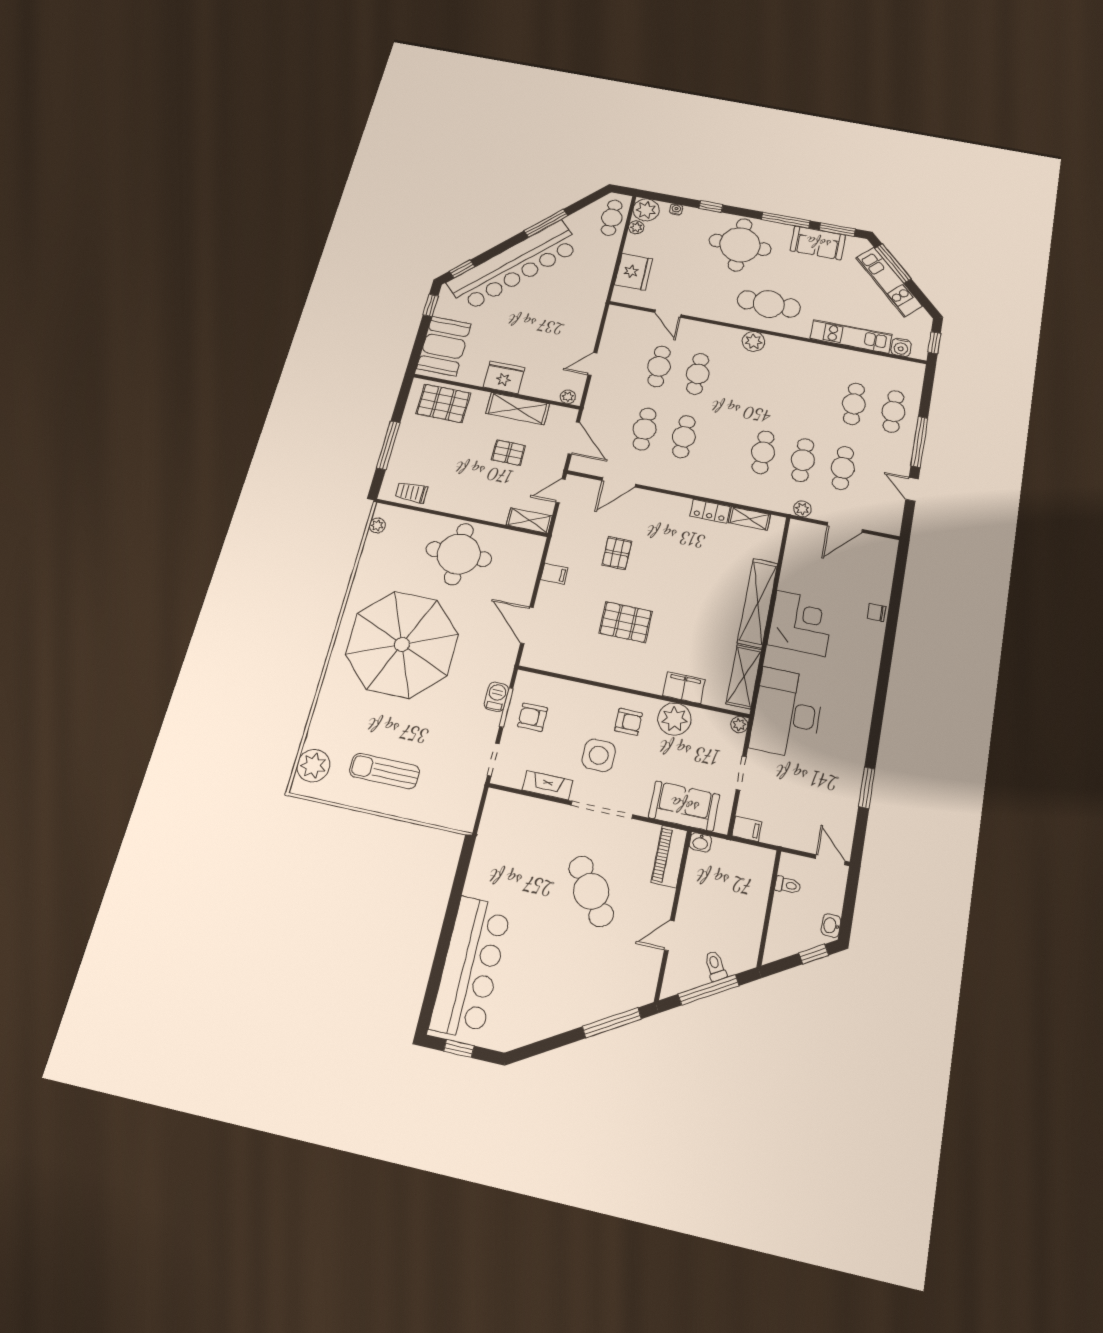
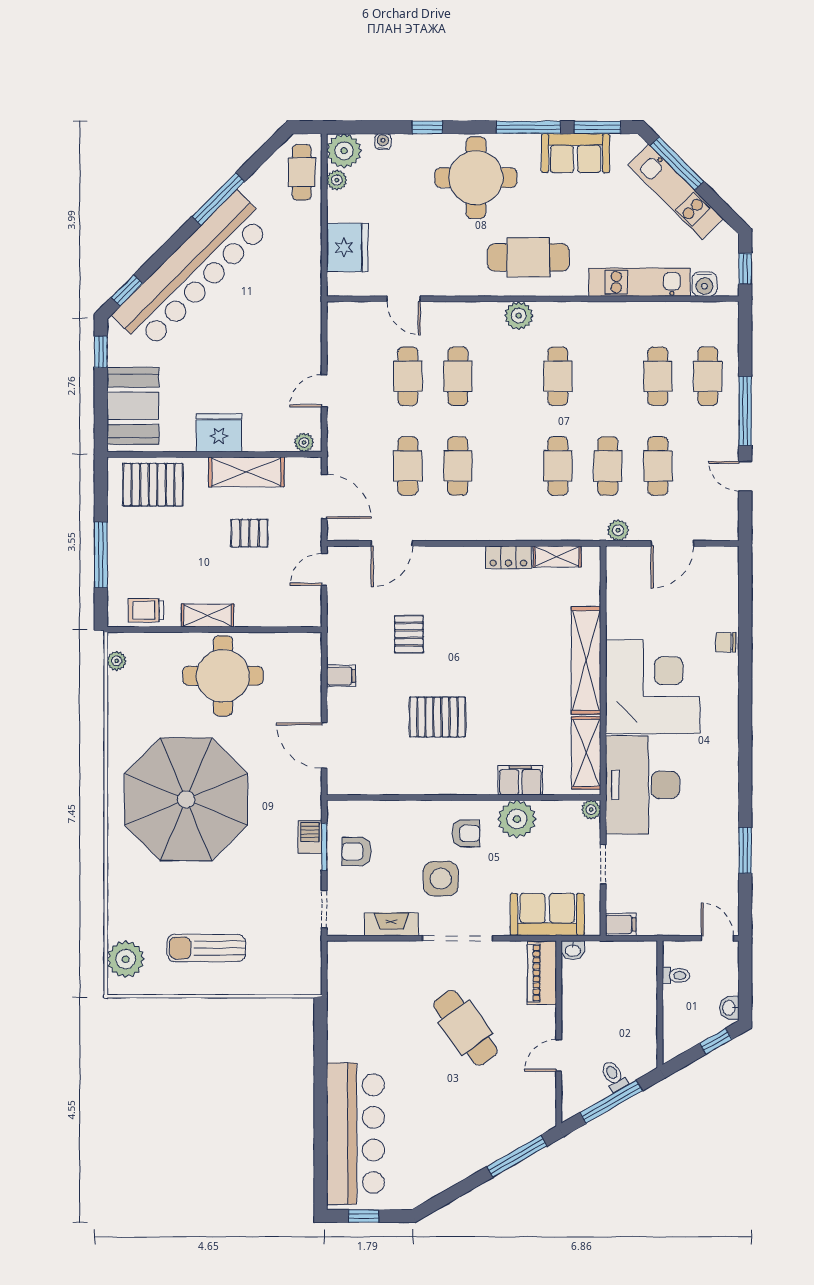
cafe table: (775, 389) -> (558, 376), added
shelving: (529, 520) -> (208, 616), moved
corner desk: (801, 623) -> (653, 687), width x1.36, depth x1.36

